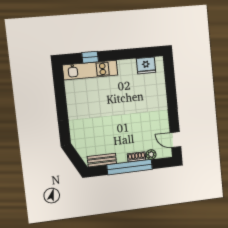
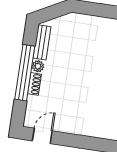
plant: (151, 155) -> (38, 66), moved

